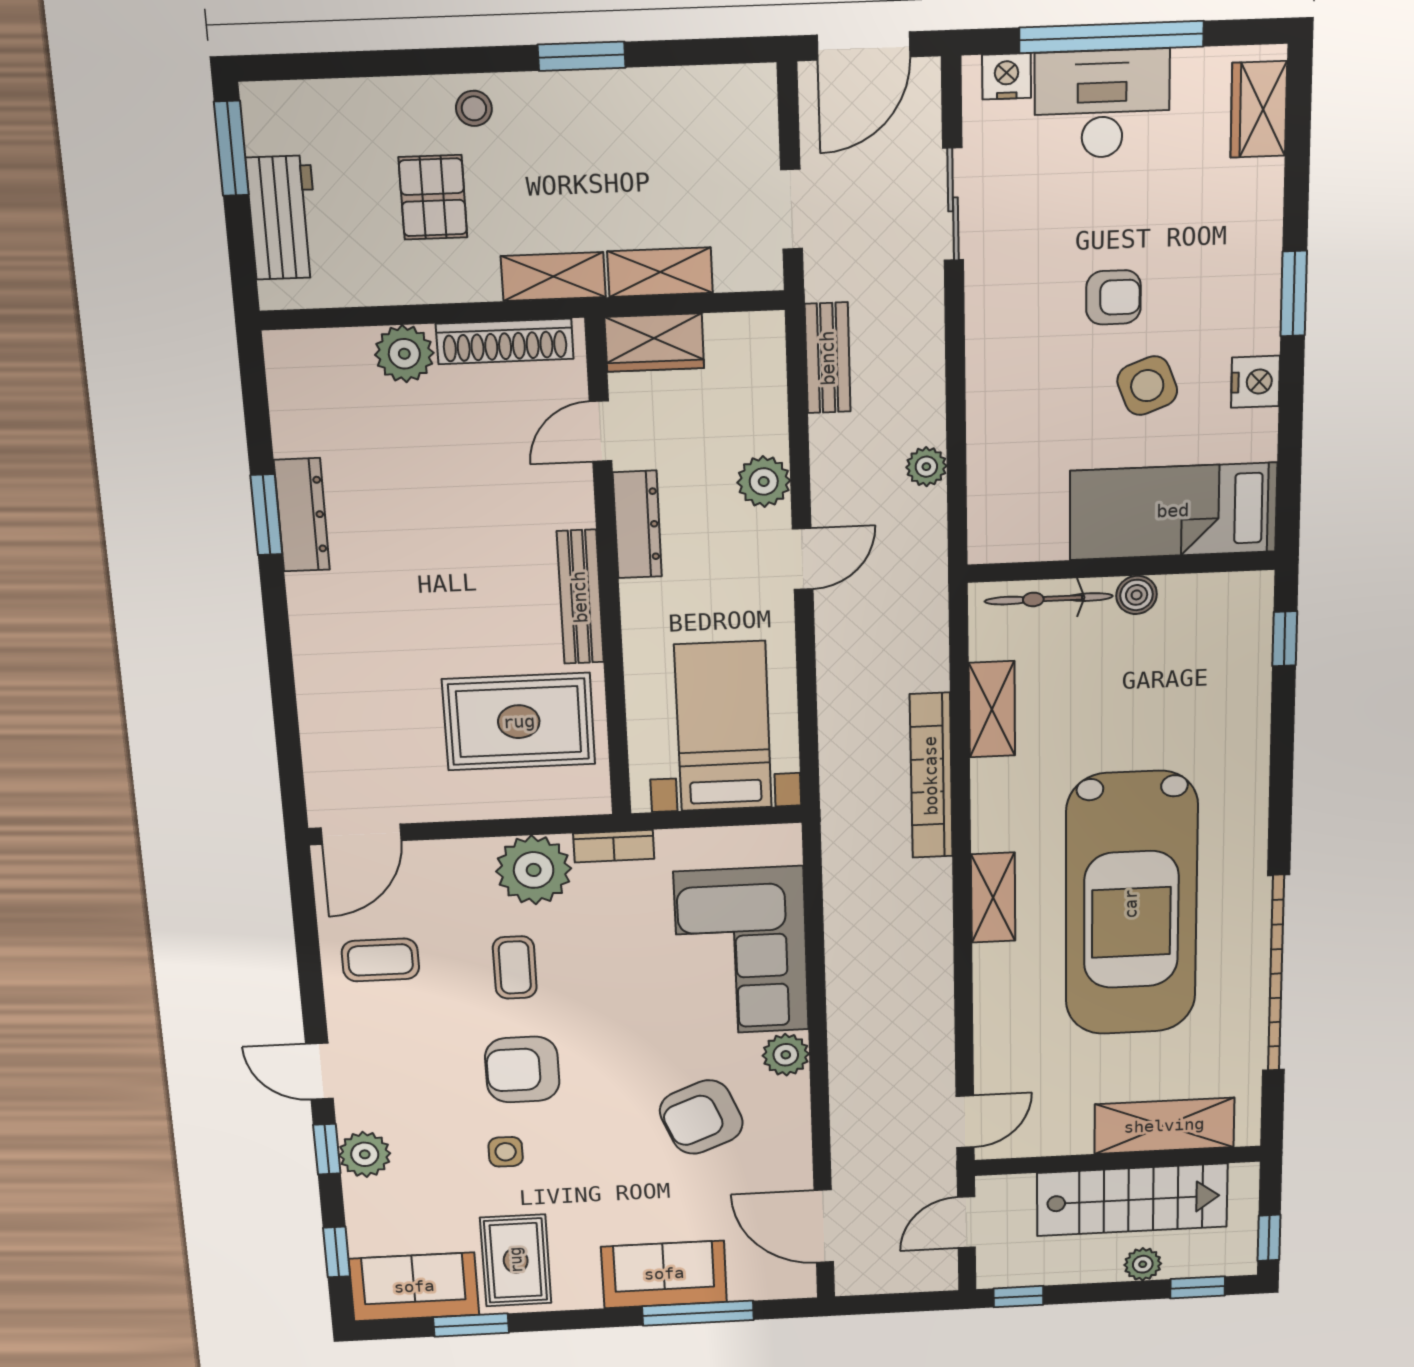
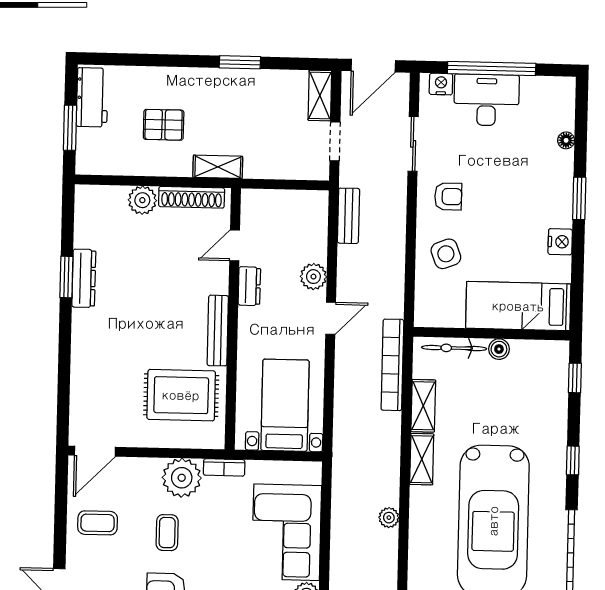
stool: (474, 108) -> (187, 84), removed
wardrobe: (1259, 109) -> (562, 107), removed
window: (231, 148) -> (70, 128), moved
floor lamp: (1267, 178) -> (566, 140), added
pallet: (433, 197) -> (164, 125), turned 90
workbench: (283, 218) -> (92, 97), moved
shelving: (660, 272) -> (320, 95), moved, turned 90
armchair: (1113, 297) -> (448, 197), moved
wardrobe: (654, 343) -> (264, 203), removed
side table: (1147, 386) -> (446, 254), moved
plant: (926, 467) -> (389, 518), moved
dresser: (637, 524) -> (249, 286), width x0.70
bookcase: (931, 776) -> (392, 365), moved
window: (1281, 788) -> (573, 460), added
shelving: (993, 898) -> (422, 459), moved

